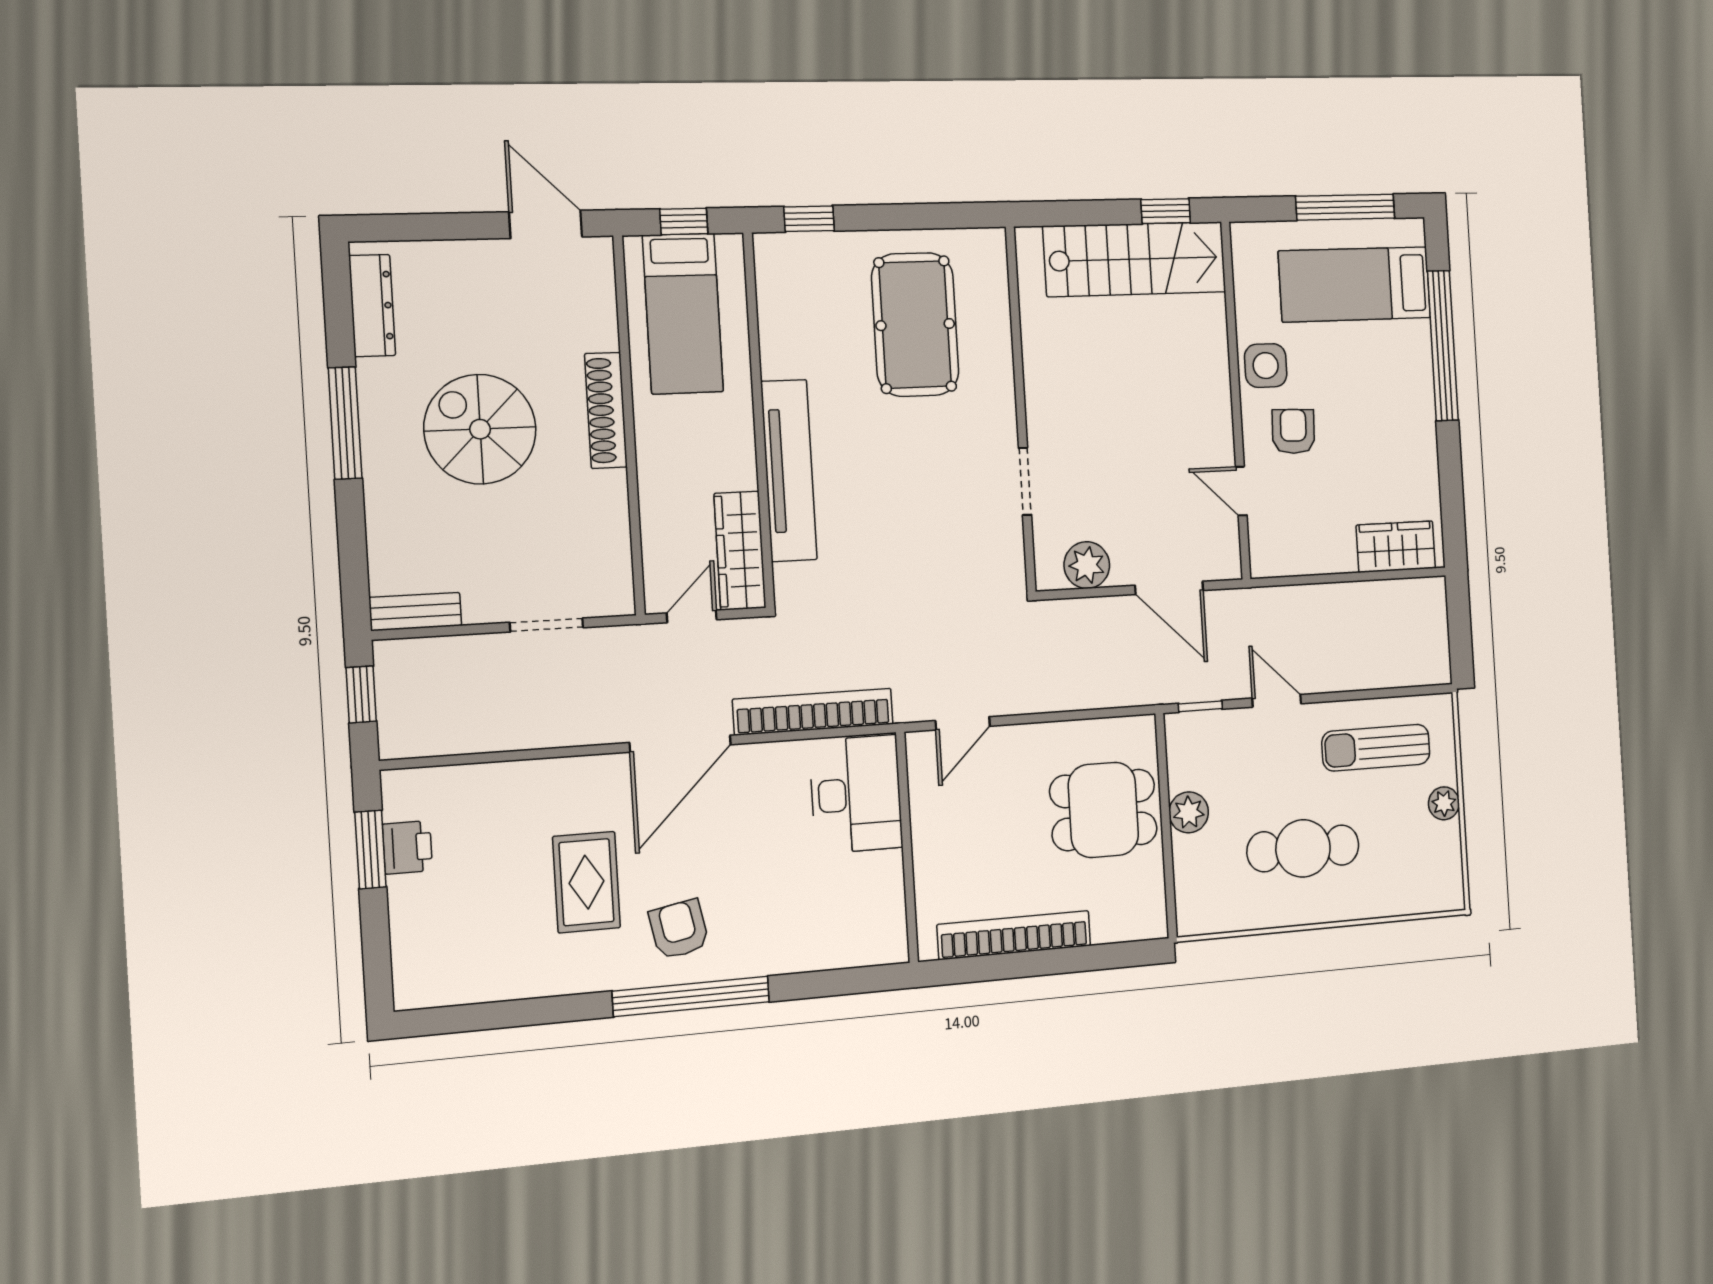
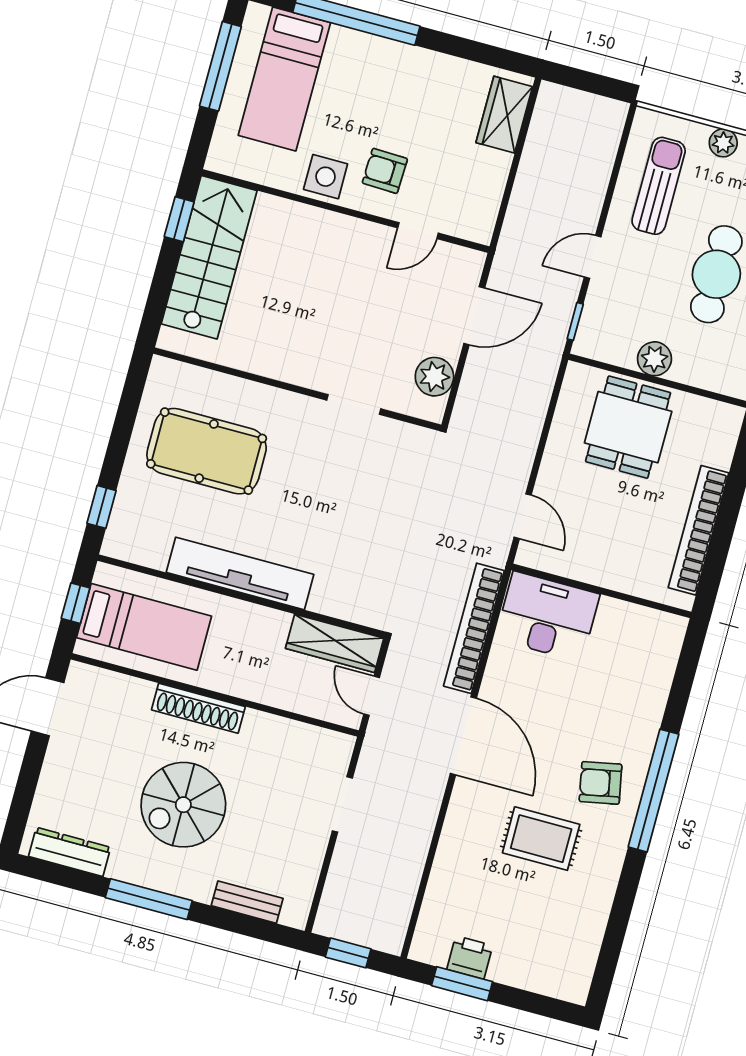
tv unit: (789, 471) -> (240, 573), moved
bench: (415, 612) -> (247, 902), moved, turned 90
sun lounger: (1376, 748) -> (659, 186), turned 180

